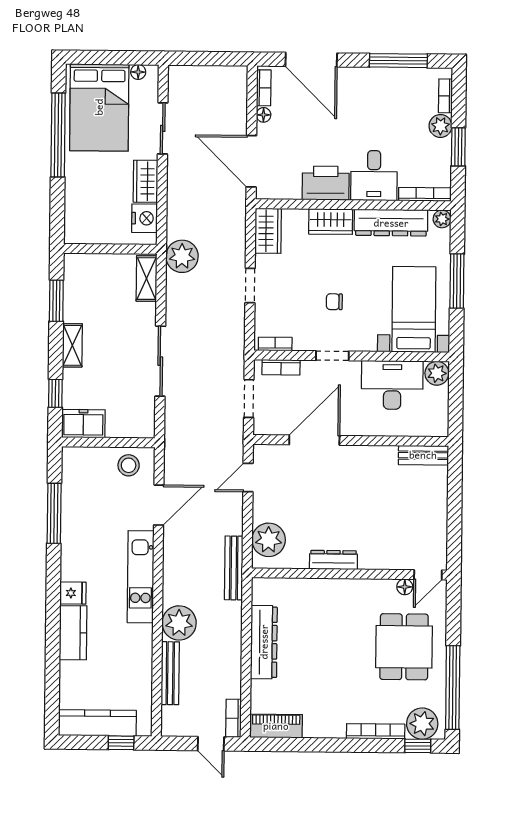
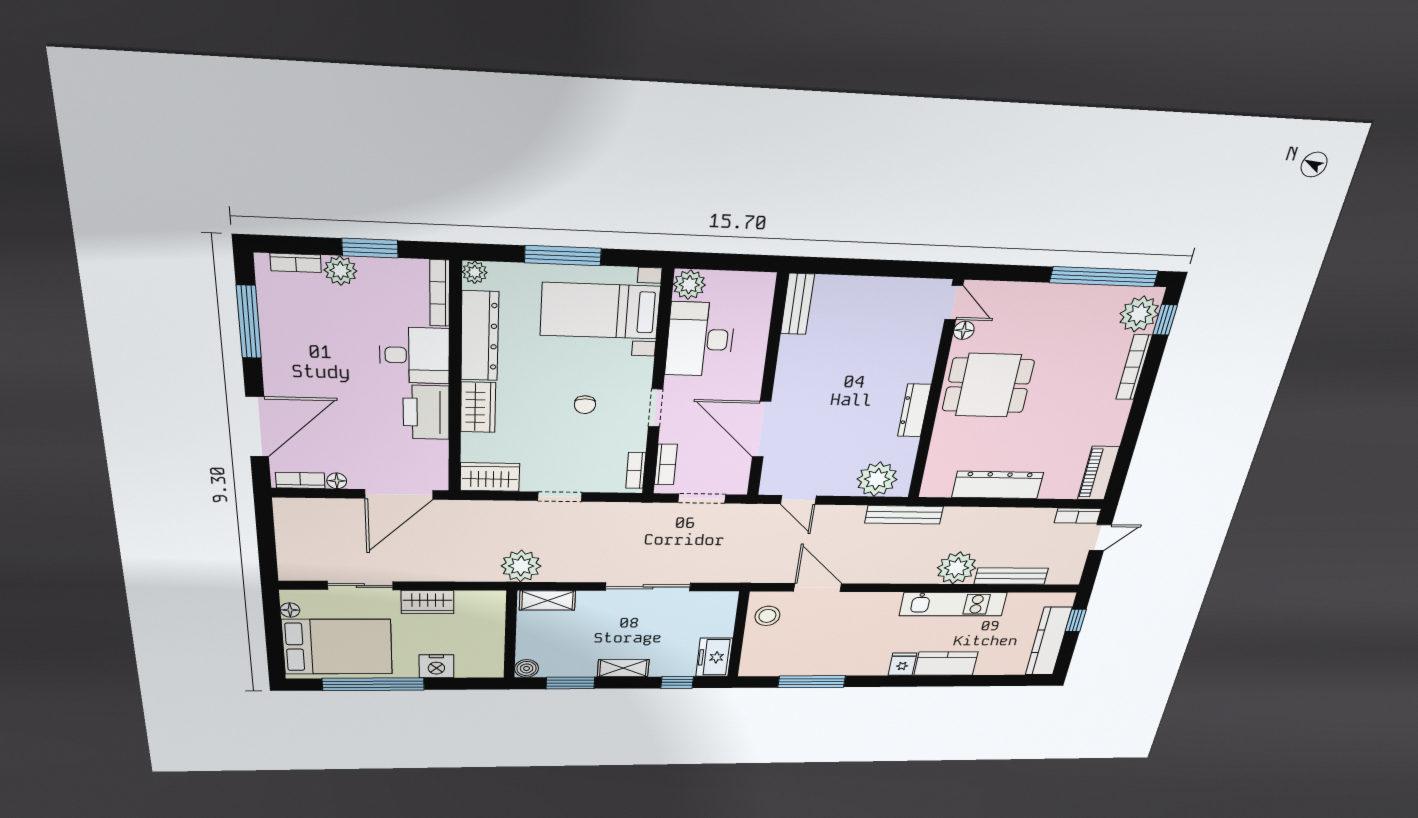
nightstand: (145, 218) -> (436, 666), moved, turned 180
boiler: (73, 263) -> (526, 668), added
kitchen unit: (141, 577) -> (953, 604), moved
dining table: (404, 647) -> (988, 385), moved

